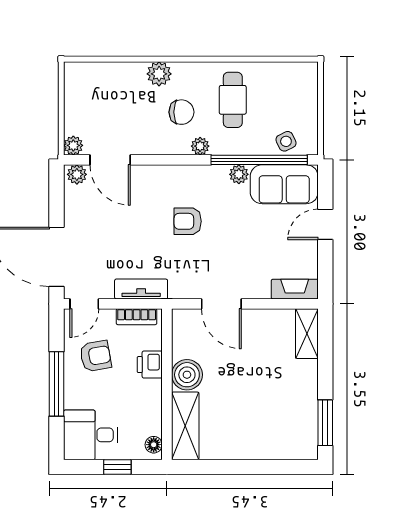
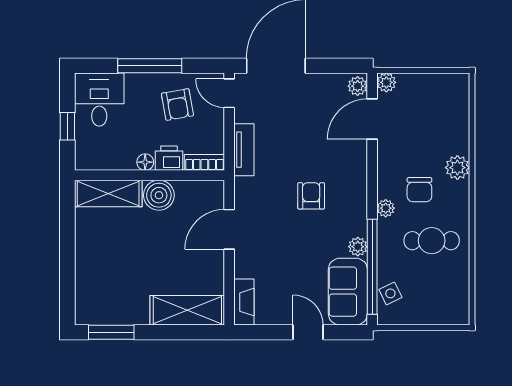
bookcase: (137, 317) -> (204, 162), moved, turned 90
shelving: (307, 334) -> (187, 310), width x1.50, depth x1.33
floor lamp: (154, 445) -> (145, 162), moved

